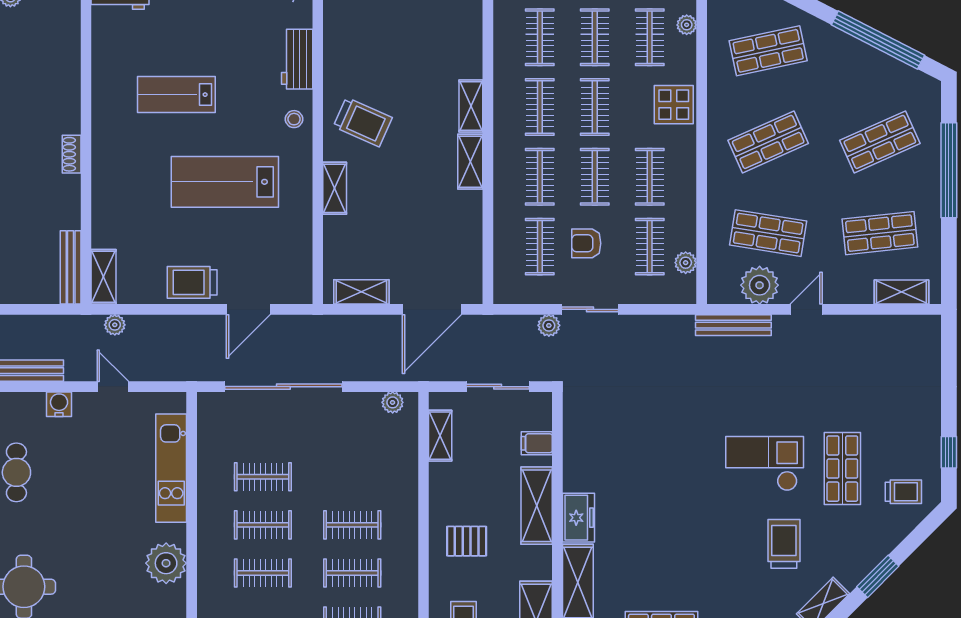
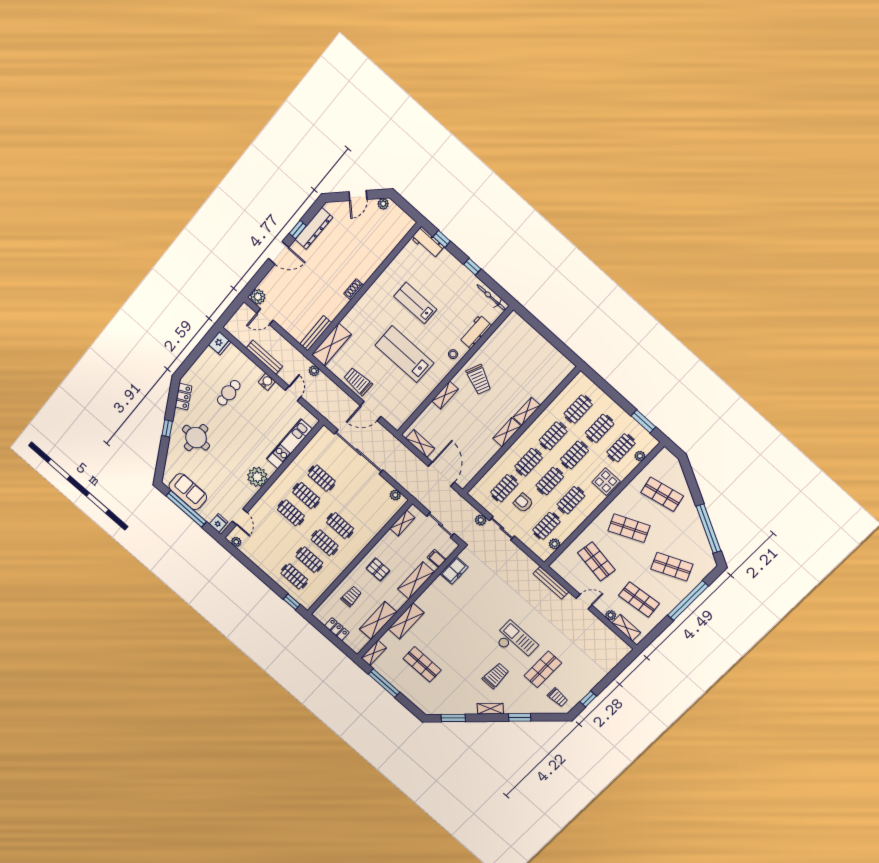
shelving: (104, 277) -> (332, 345), width x1.50, depth x1.33
plant: (760, 285) -> (611, 615), moved, width x0.53, depth x0.53
door: (432, 309) -> (441, 474), swing flipped
freezer: (578, 518) -> (454, 570), moved

